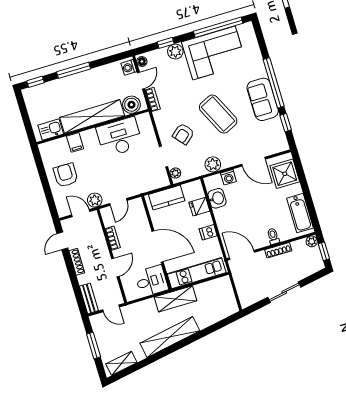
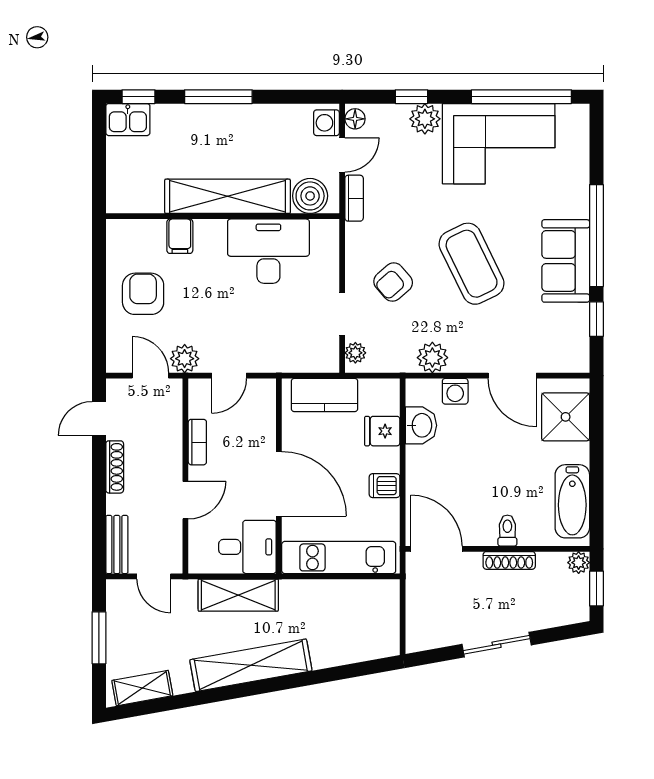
kitchen sink: (51, 130) -> (128, 120), moved, turned 180
shelving: (176, 299) -> (238, 595), moved

